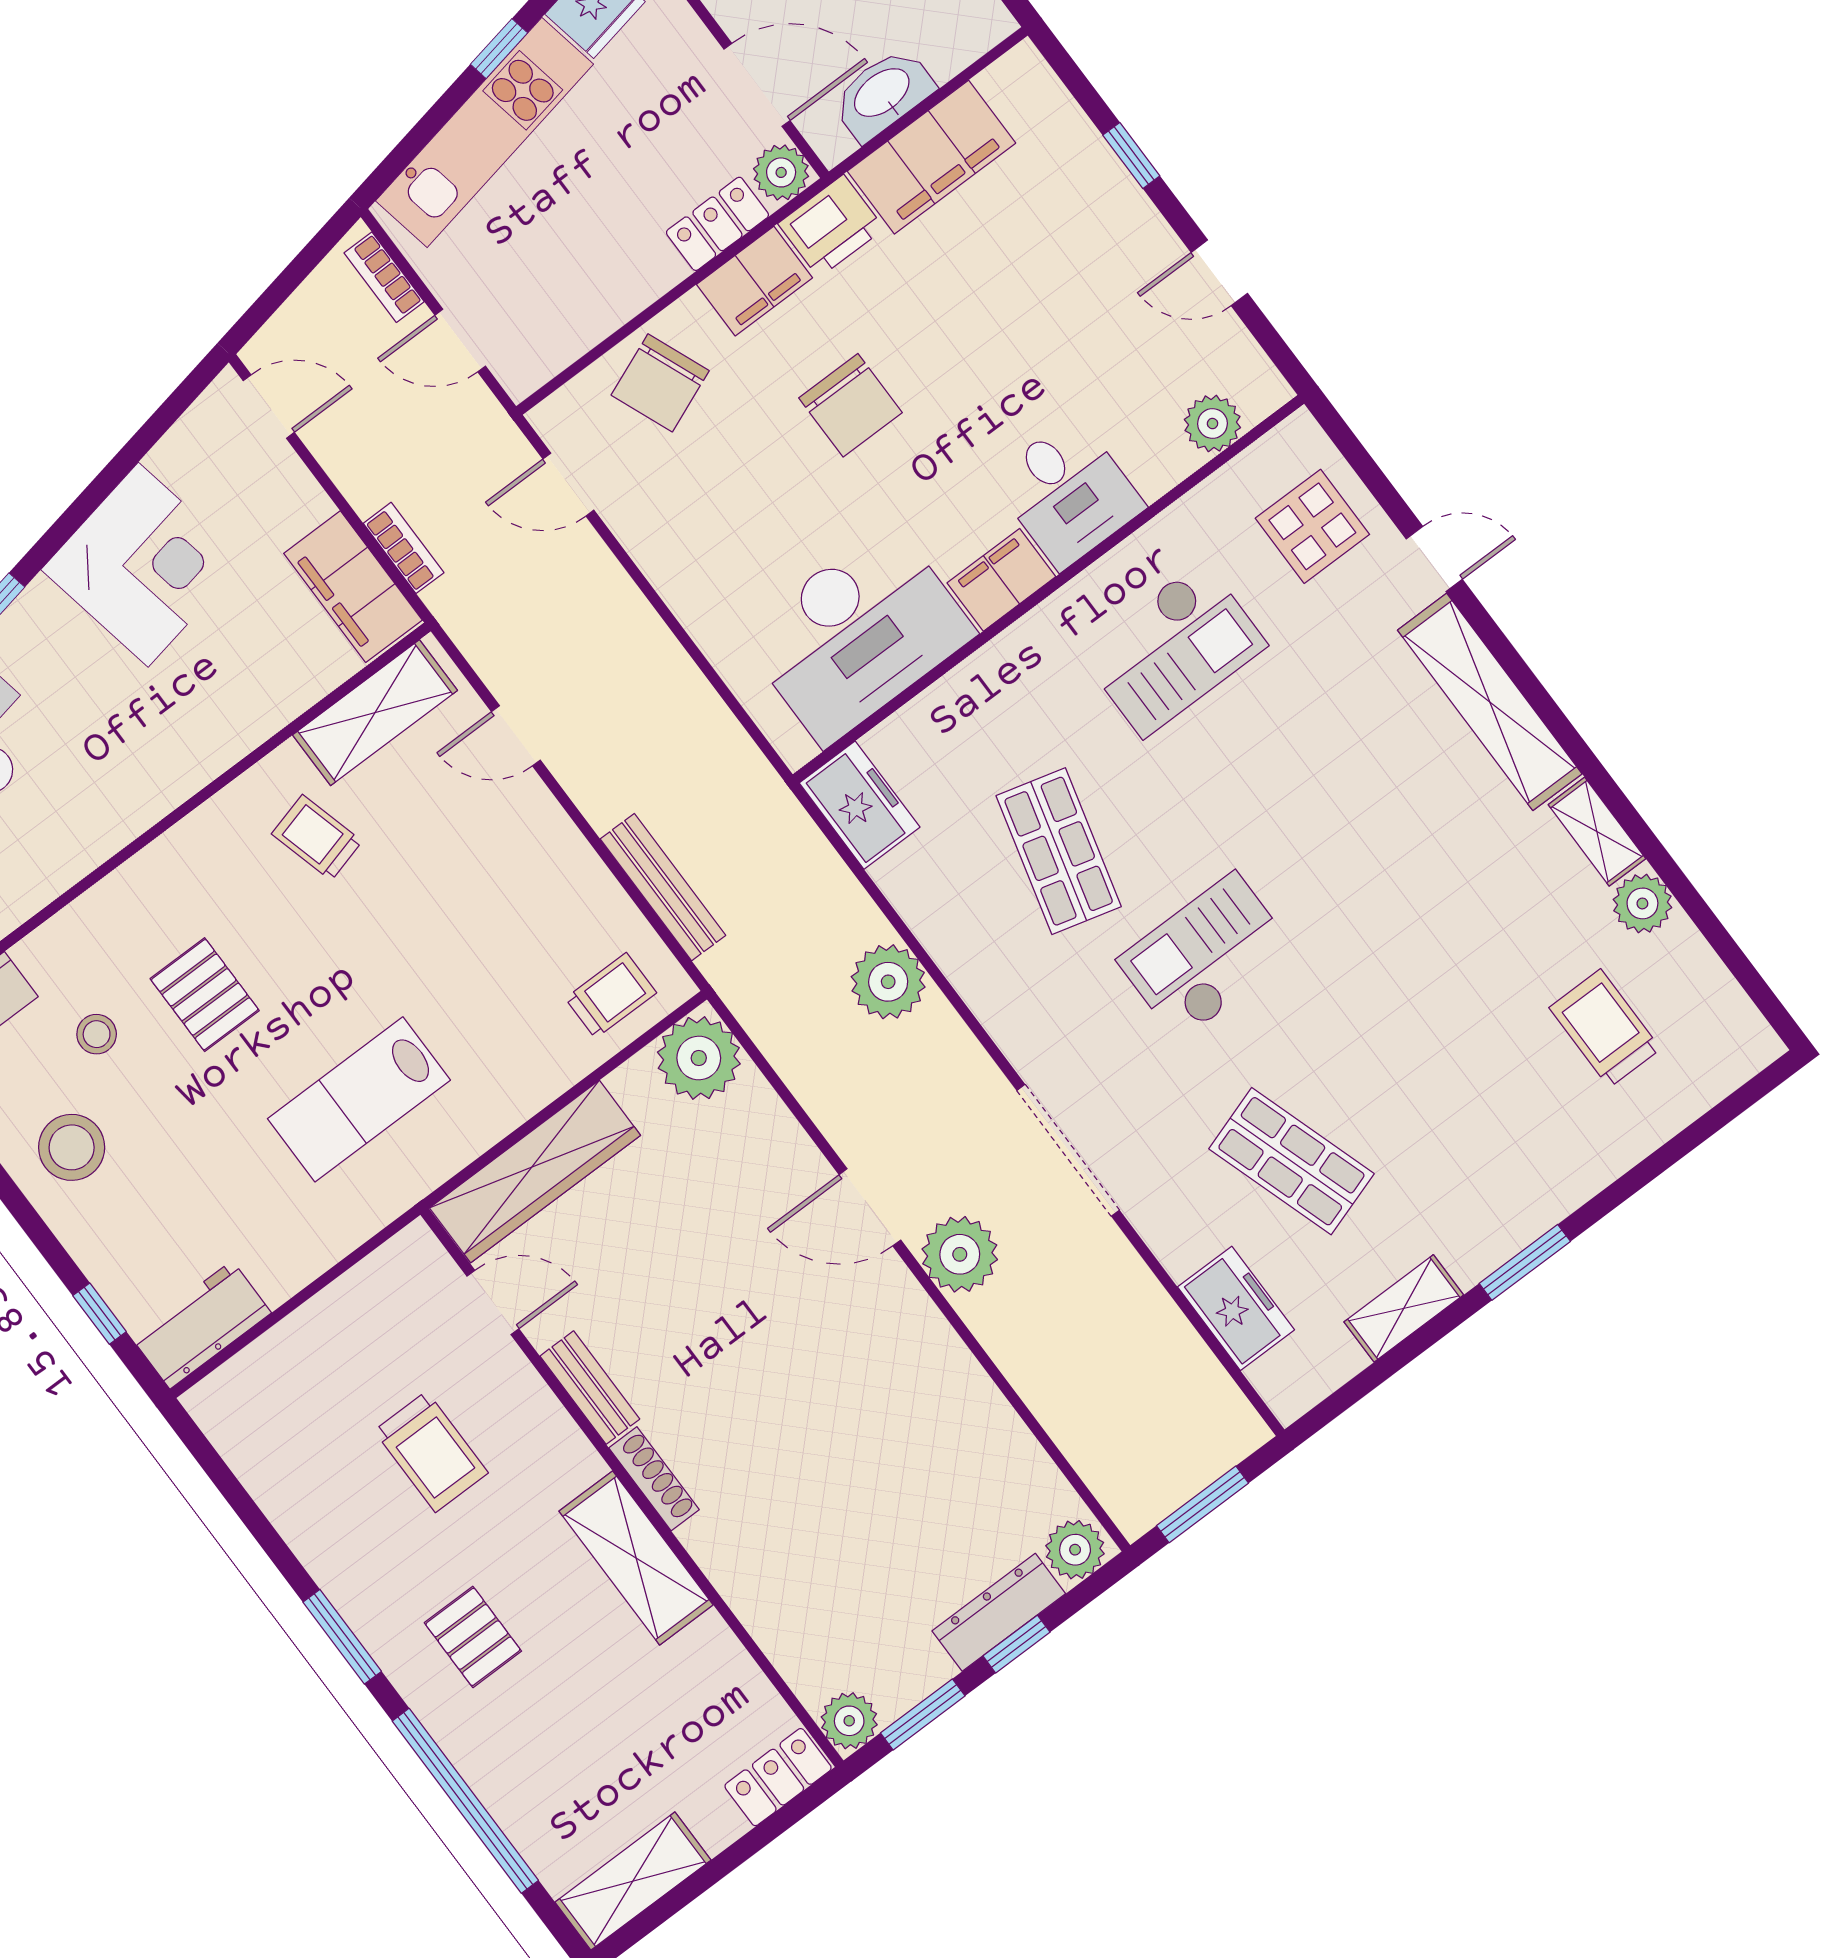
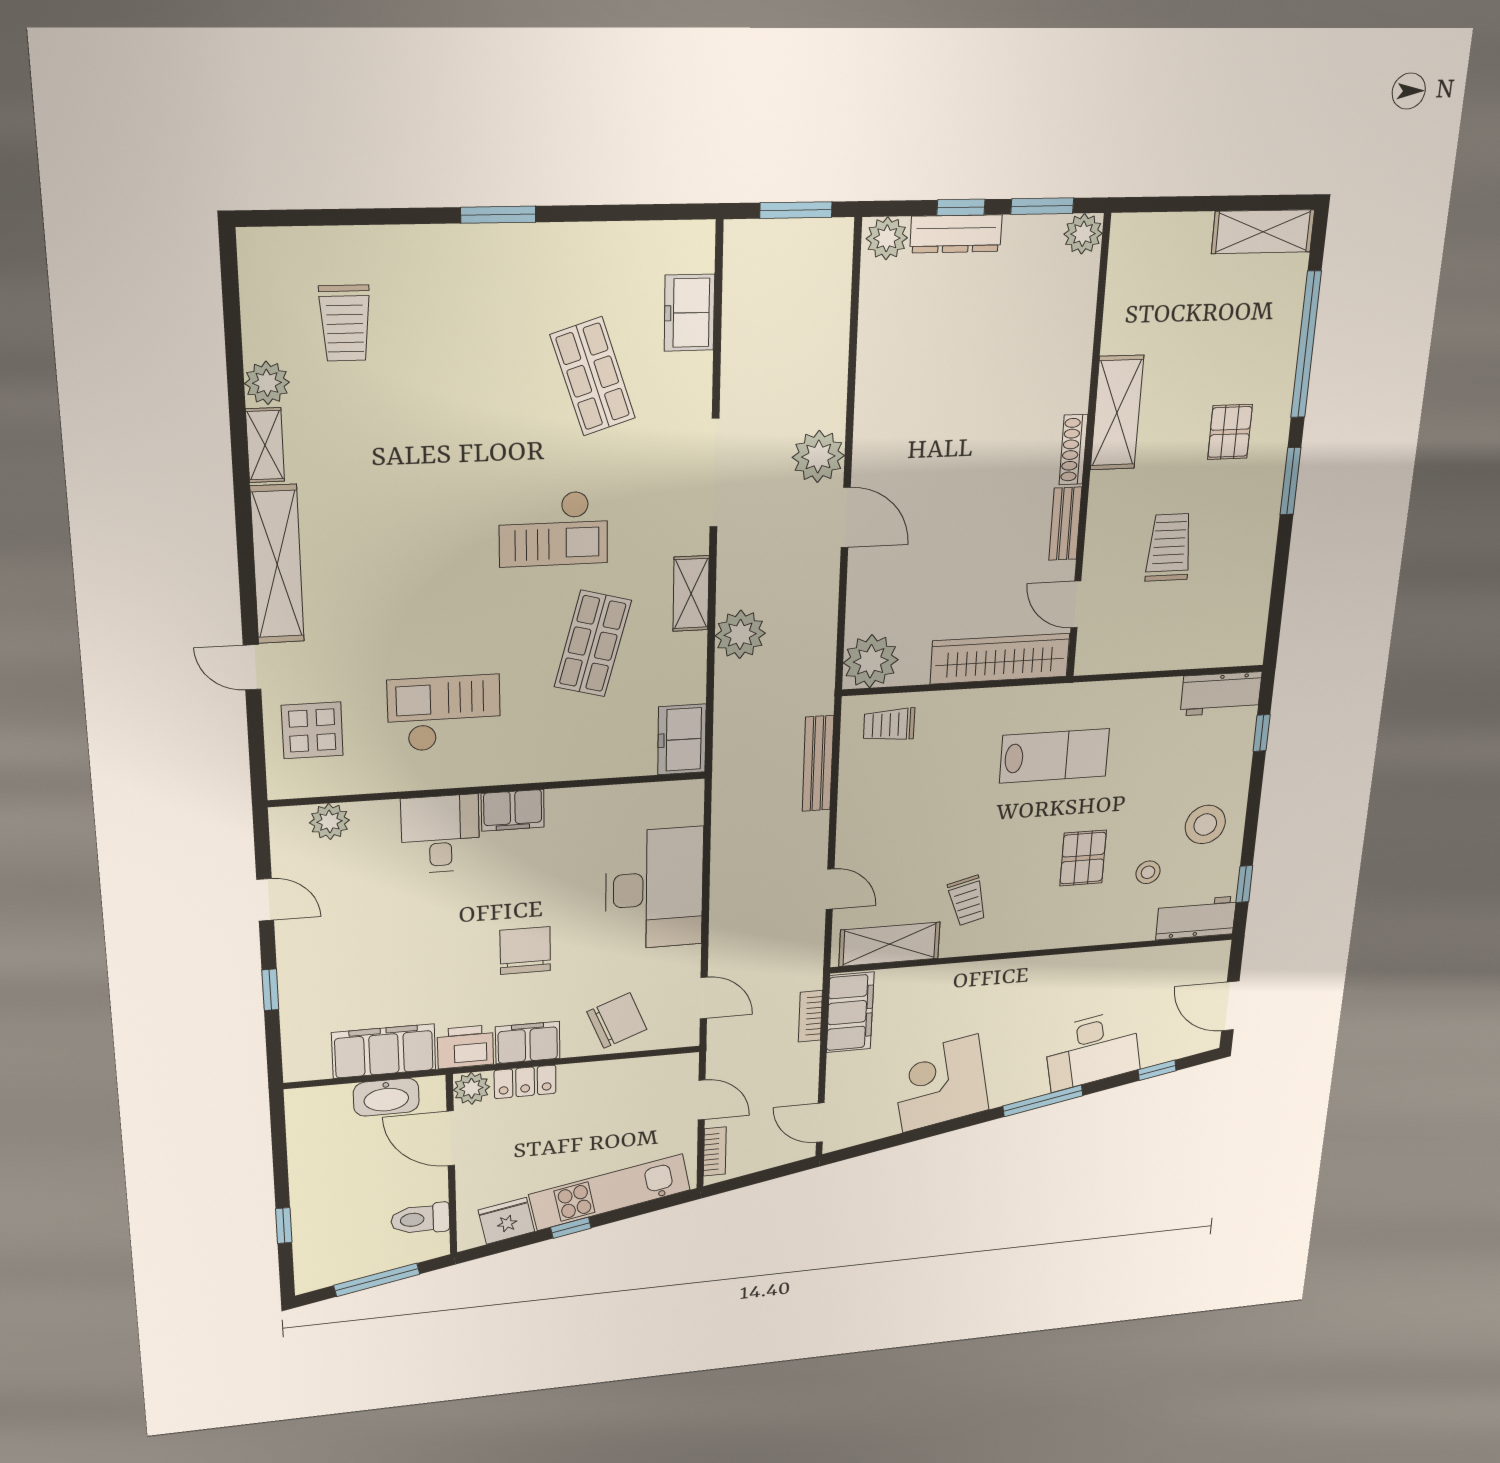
desk: (857, 634) -> (654, 889), moved, turned 90
shelving: (1404, 1308) -> (691, 594), moved, turned 90
locker: (778, 1777) -> (1145, 231), removed

